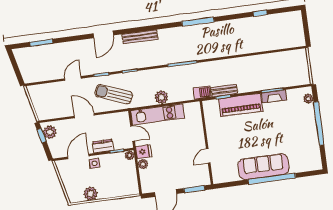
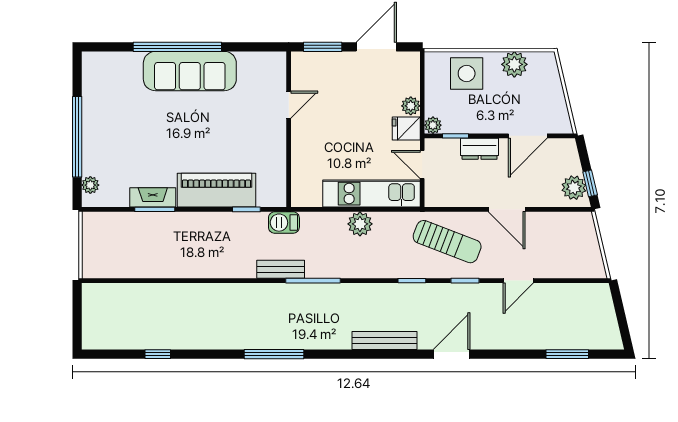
bench: (224, 91) -> (281, 269), moved
side table: (95, 163) -> (467, 73), moved, width x1.87, depth x1.87

